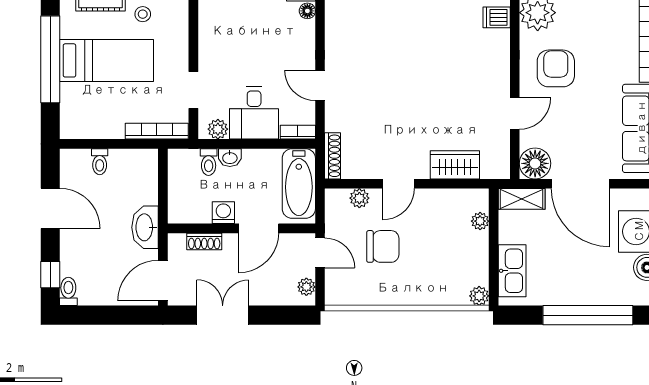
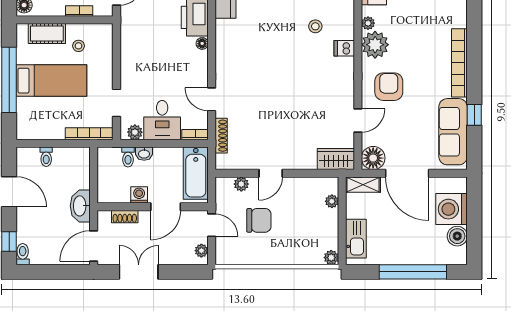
shoe rack: (333, 156) -> (221, 136), moved
wardrobe: (455, 165) -> (336, 159), moved

